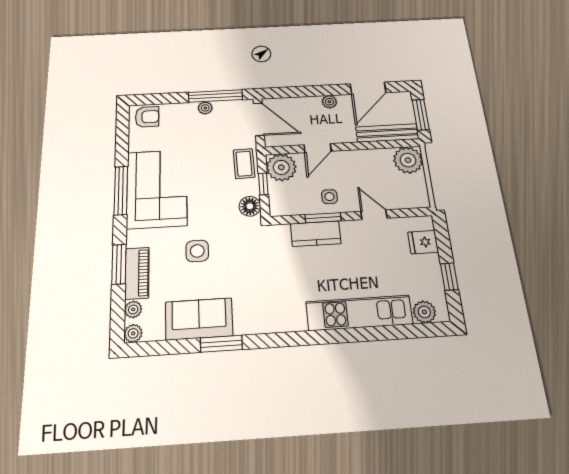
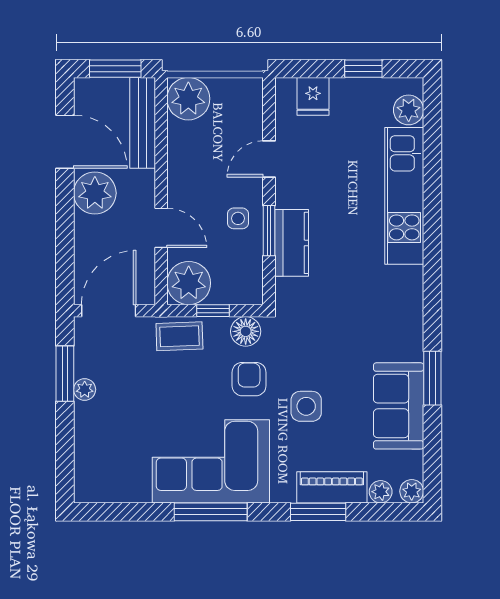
window: (215, 96) -> (65, 374), width x0.69
plant: (329, 102) -> (95, 193), width x1.87, depth x1.87
armchair: (147, 117) -> (249, 379), moved

